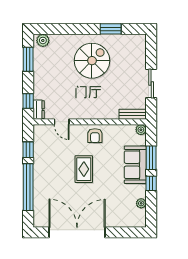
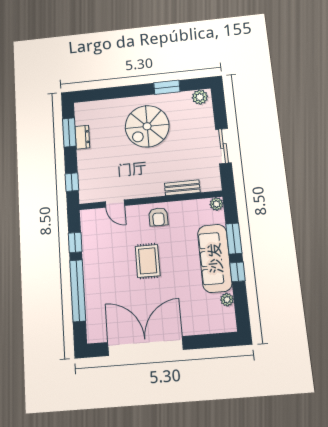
plant: (43, 40) -> (200, 97), moved
spiral stairs: (92, 61) -> (147, 126), turned 180
dresser: (39, 110) -> (82, 137), moved
bench: (133, 114) -> (182, 188), moved
sofa: (135, 165) -> (215, 258), width x1.36

